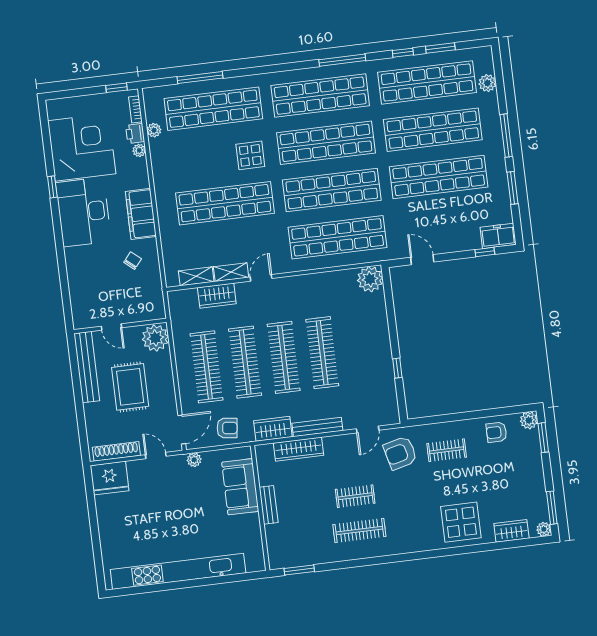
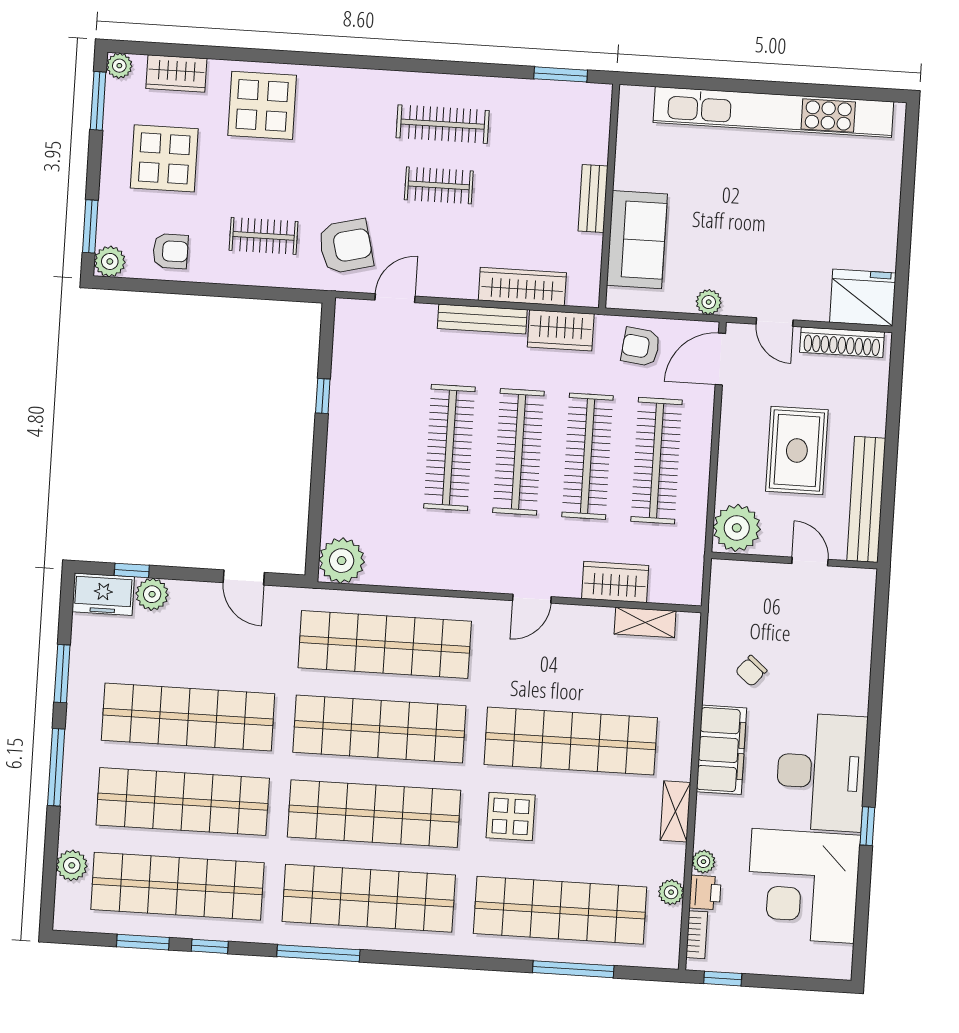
plant: (471, 241) -> (152, 594), added
shelving: (231, 272) -> (675, 811), moved, turned 90
display table: (509, 483) -> (164, 158), added

